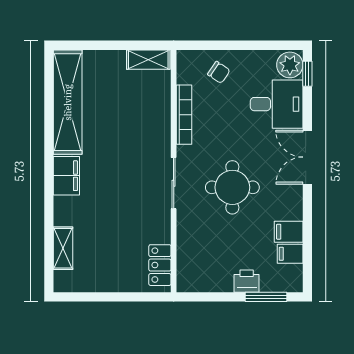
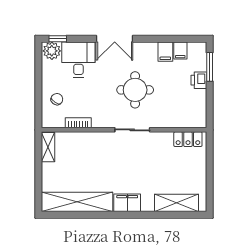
bookcase: (184, 115) -> (78, 123), width x0.64
shelving: (63, 248) -> (177, 203), width x1.50, depth x1.33

